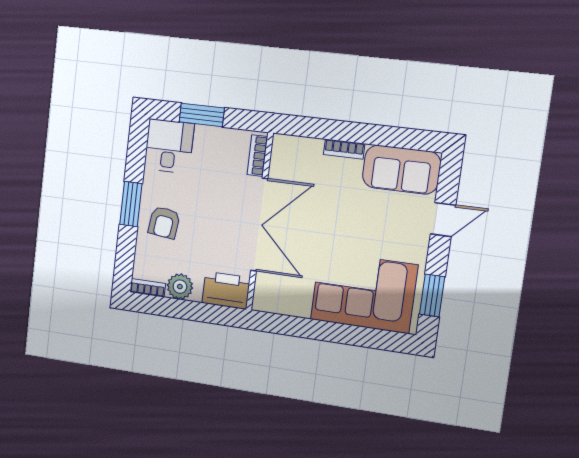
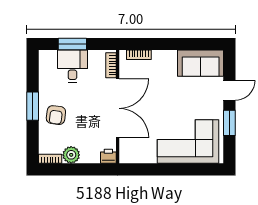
desk: (169, 146) -> (72, 66), moved
bookcase: (344, 149) -> (139, 55), moved
printer: (226, 290) -> (108, 156), width x0.53, depth x0.68
window: (432, 295) -> (229, 123), moved

